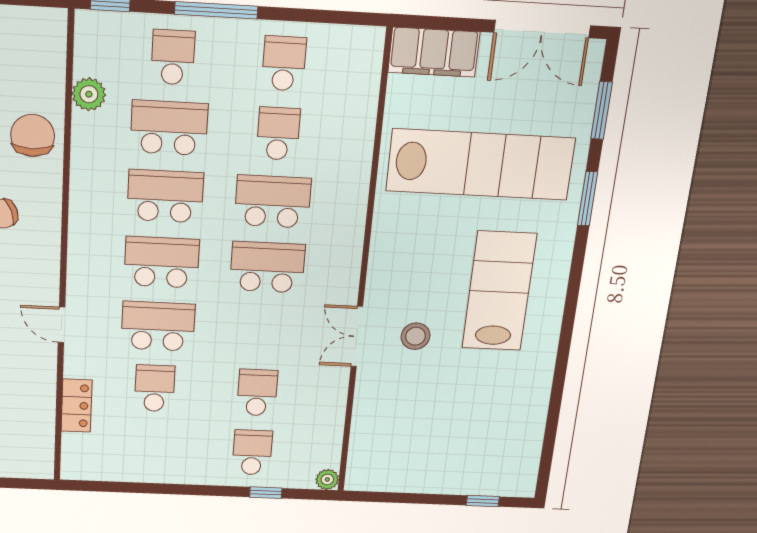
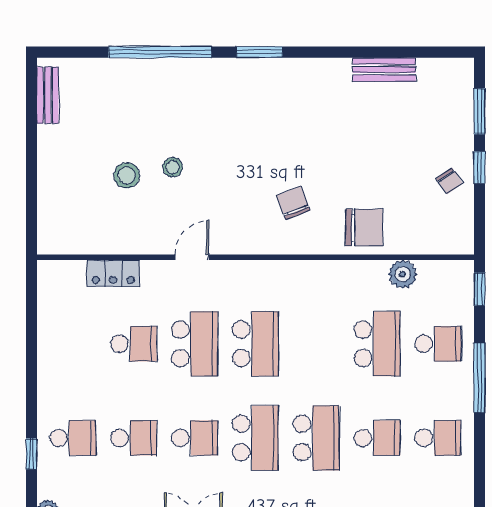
school desk: (165, 196) -> (195, 438), moved, width x0.54

